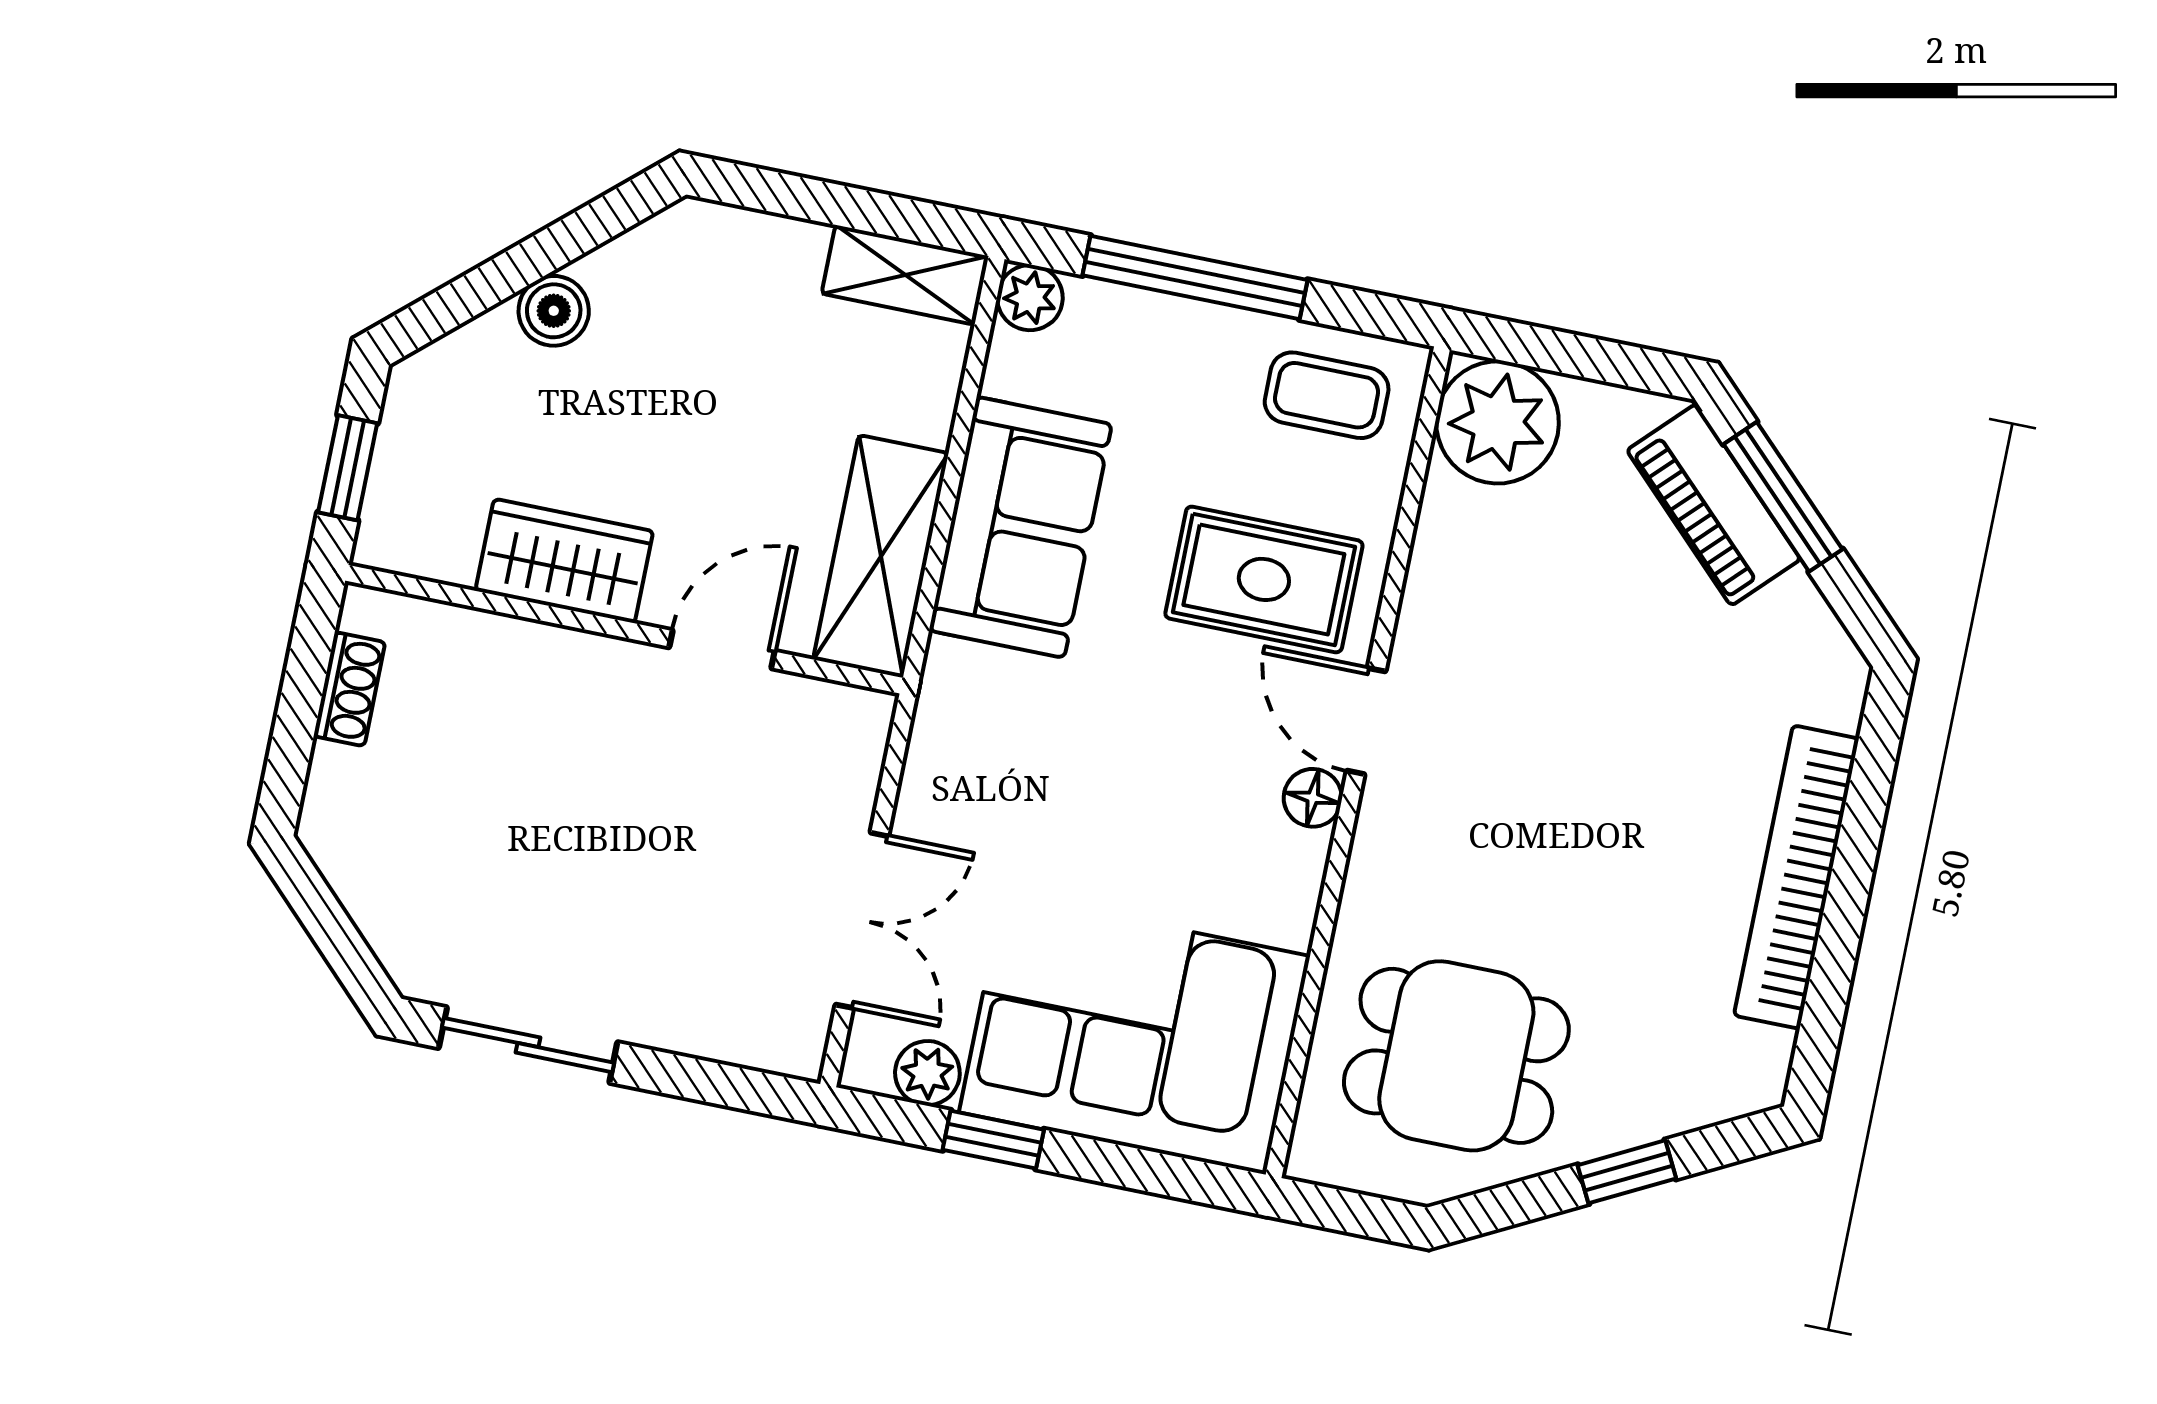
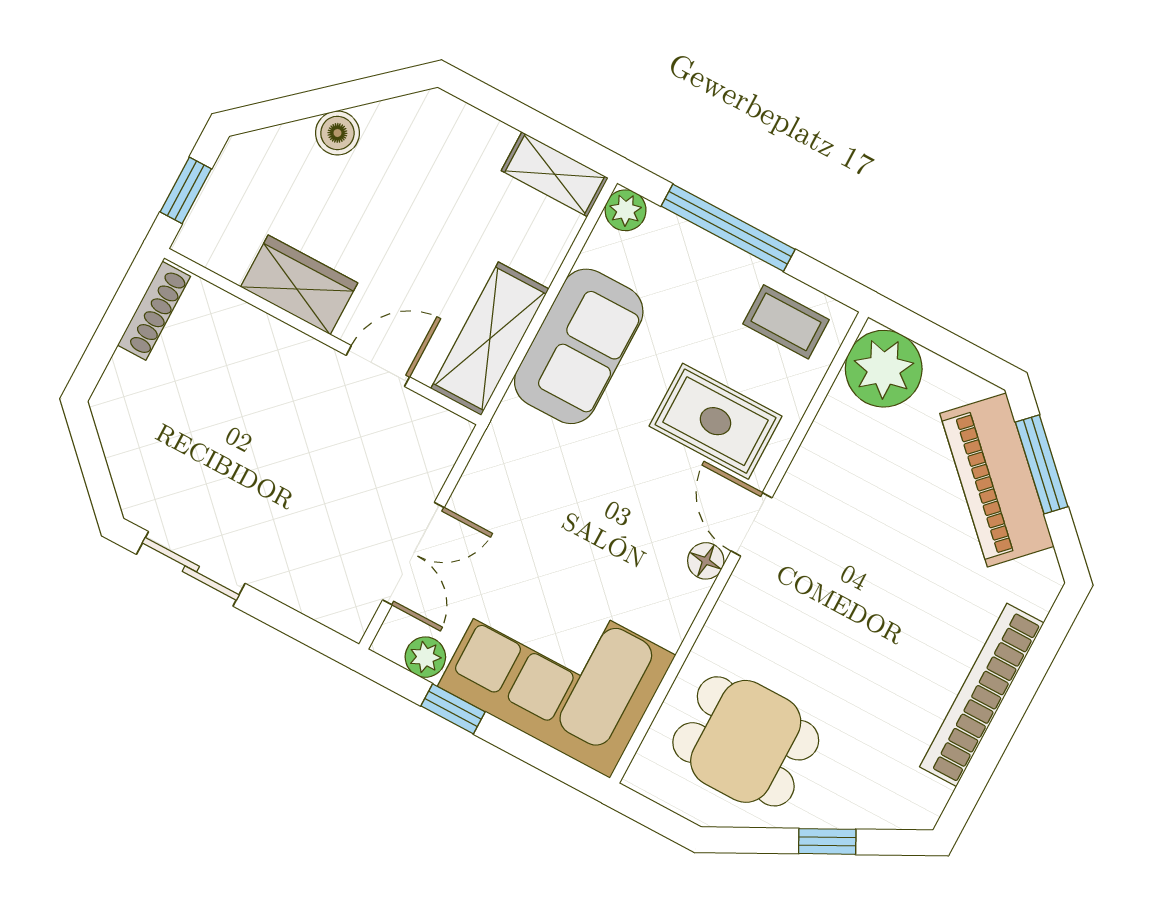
piano: (1714, 505) -> (997, 480), width x1.37, depth x1.33
shoe rack: (349, 689) -> (154, 311), width x1.43

